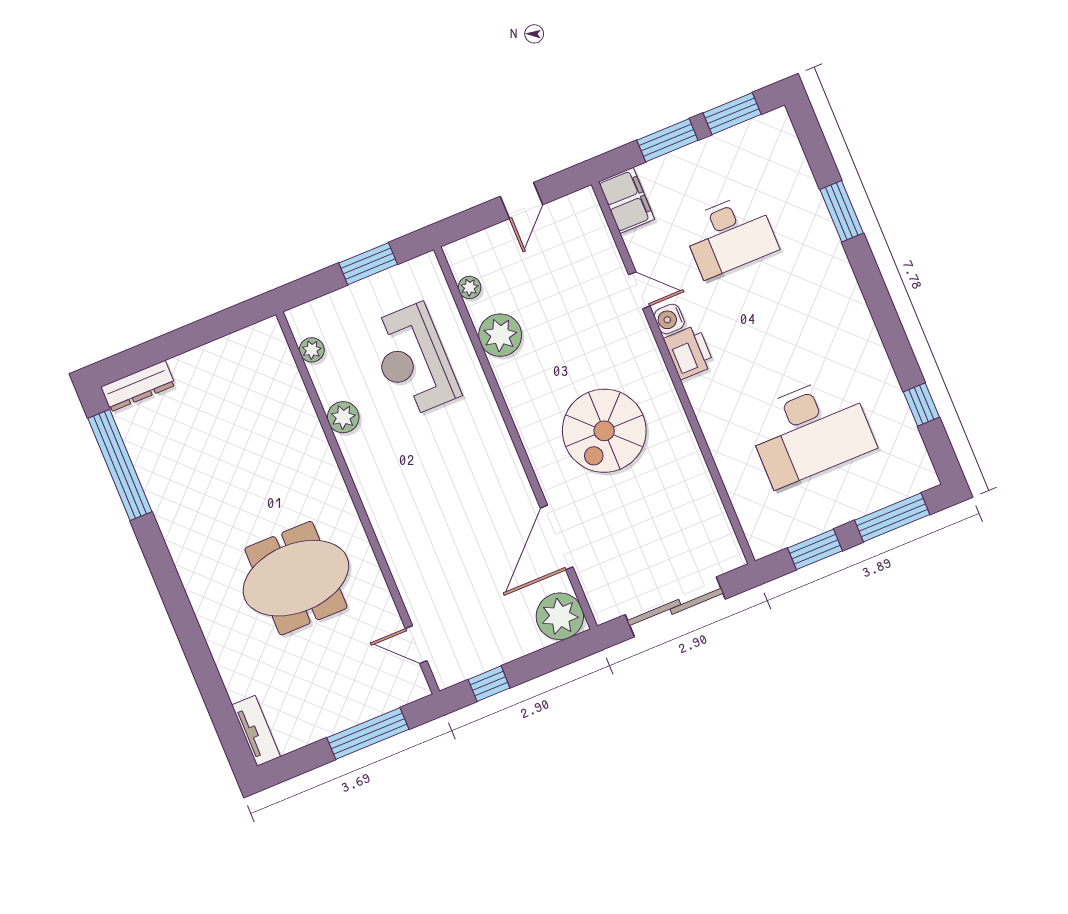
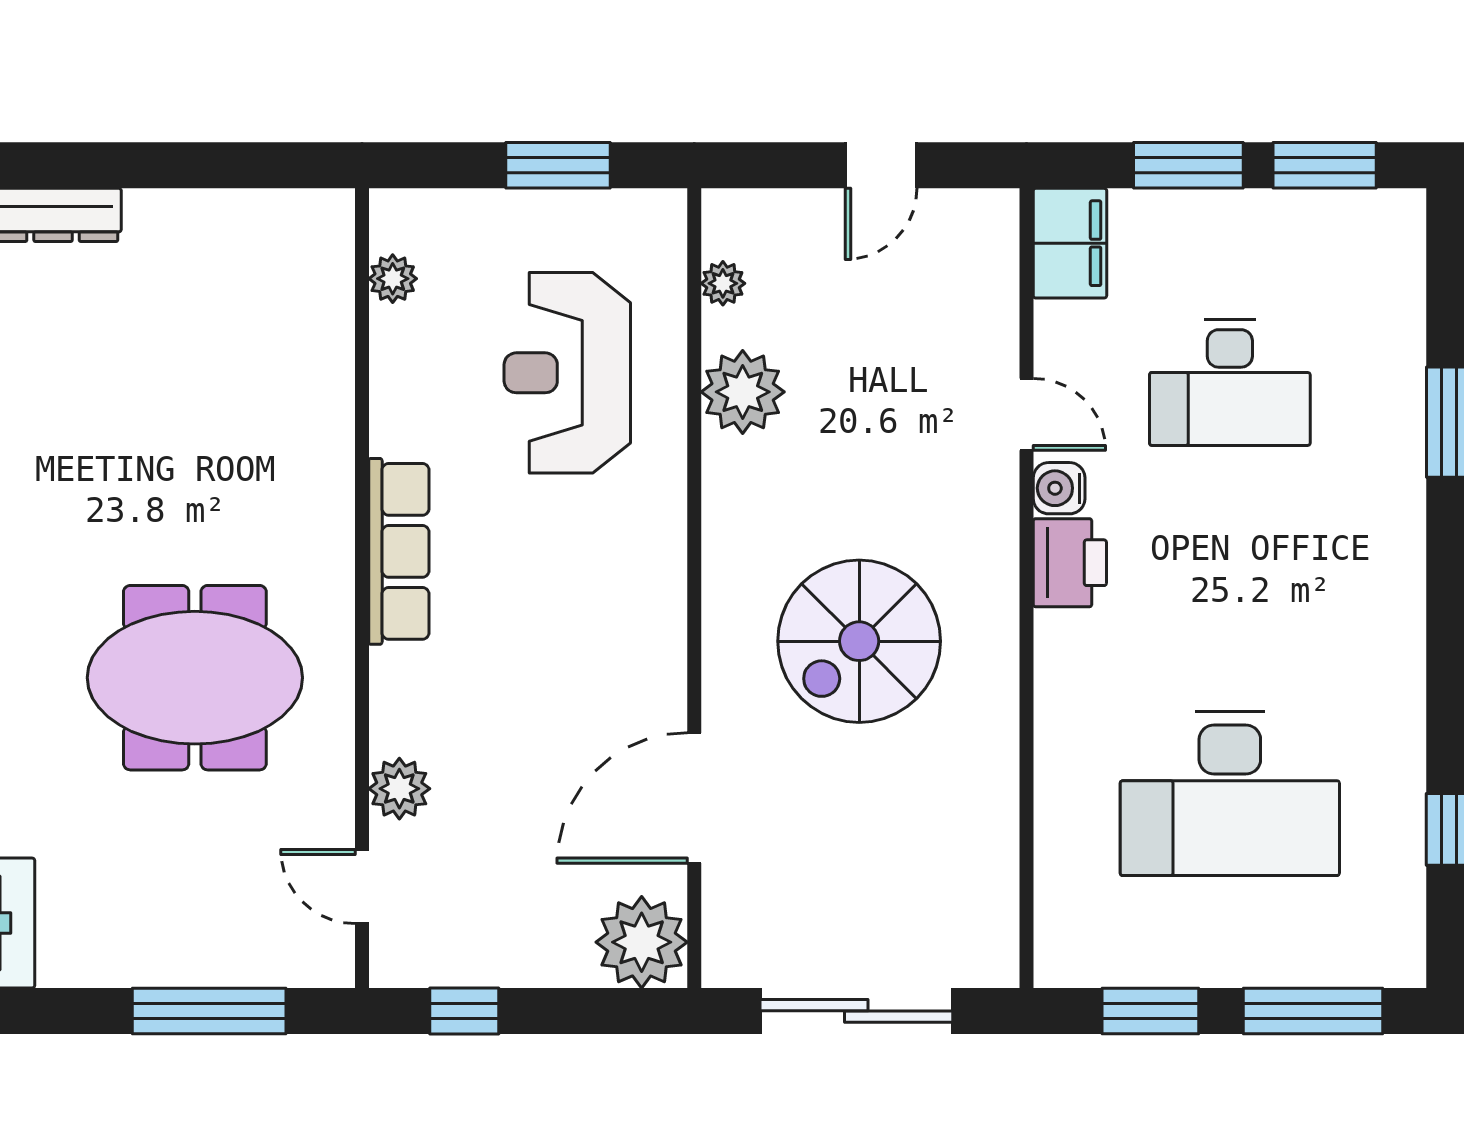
plant: (343, 417) -> (399, 789), moved
row of seats: (368, 478) -> (399, 551), added

